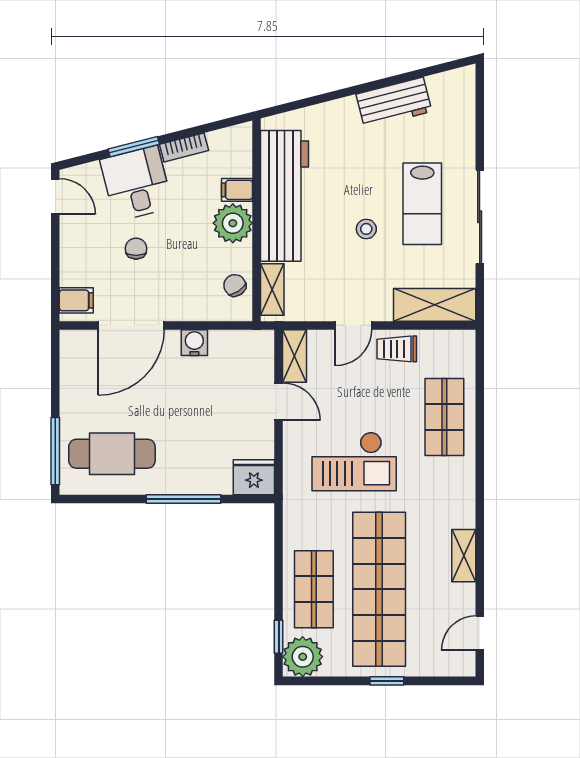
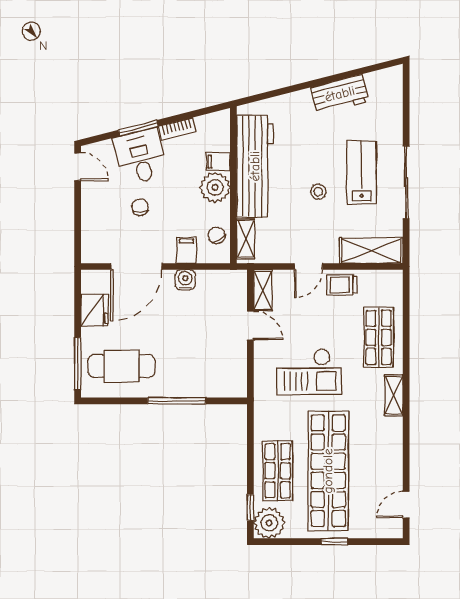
lab bench: (422, 204) -> (362, 172), turned 180
filing cabinet: (76, 300) -> (186, 250), moved, turned -90
fridge: (254, 477) -> (94, 310), moved, turned 90
shelving: (464, 556) -> (394, 395), moved

